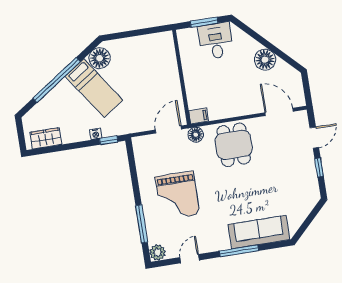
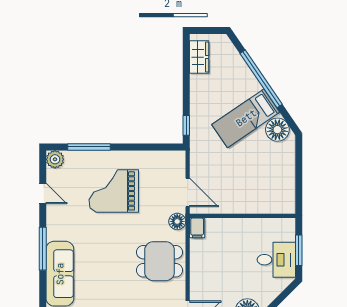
nightstand: (96, 134) -> (195, 112), removed

